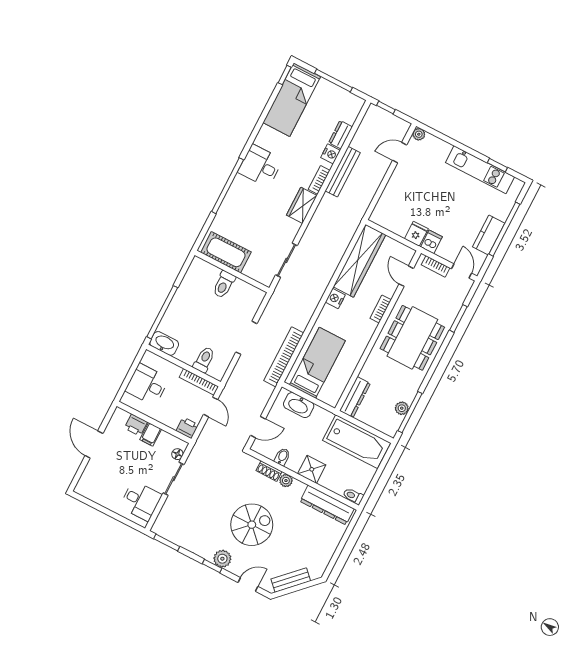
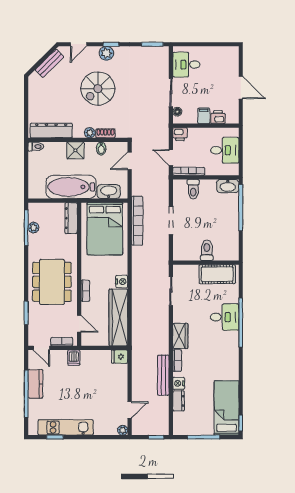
desk: (260, 166) -> (225, 317), moved
fridge: (416, 234) -> (120, 357), moved, turned 90
bed: (317, 363) -> (105, 229), width x1.50
bathtub: (357, 442) -> (71, 187), moved

